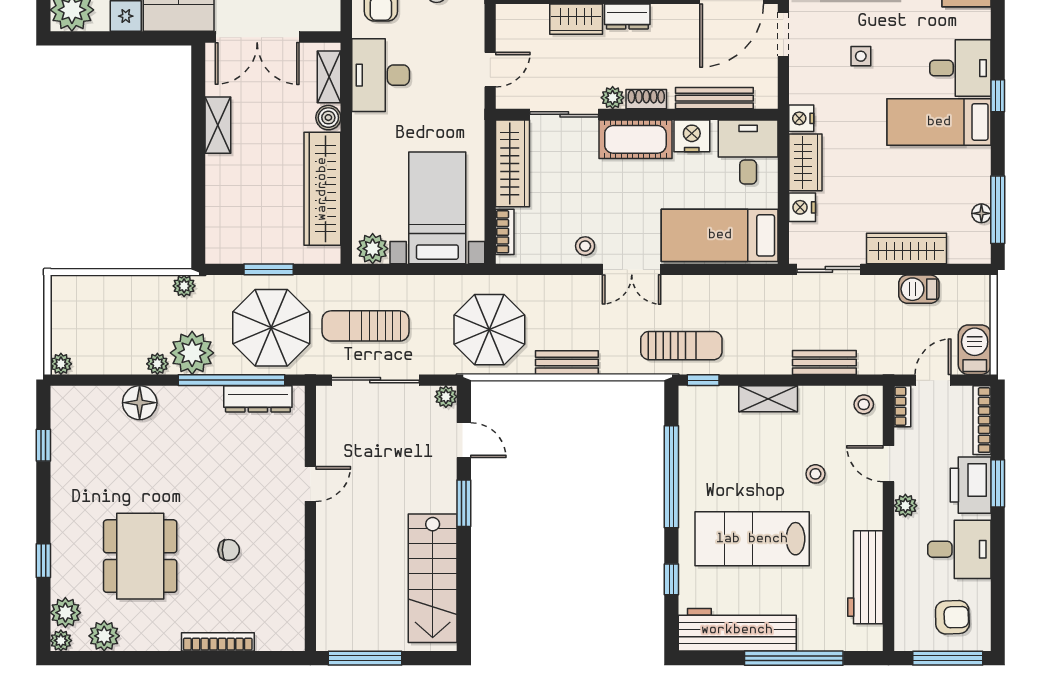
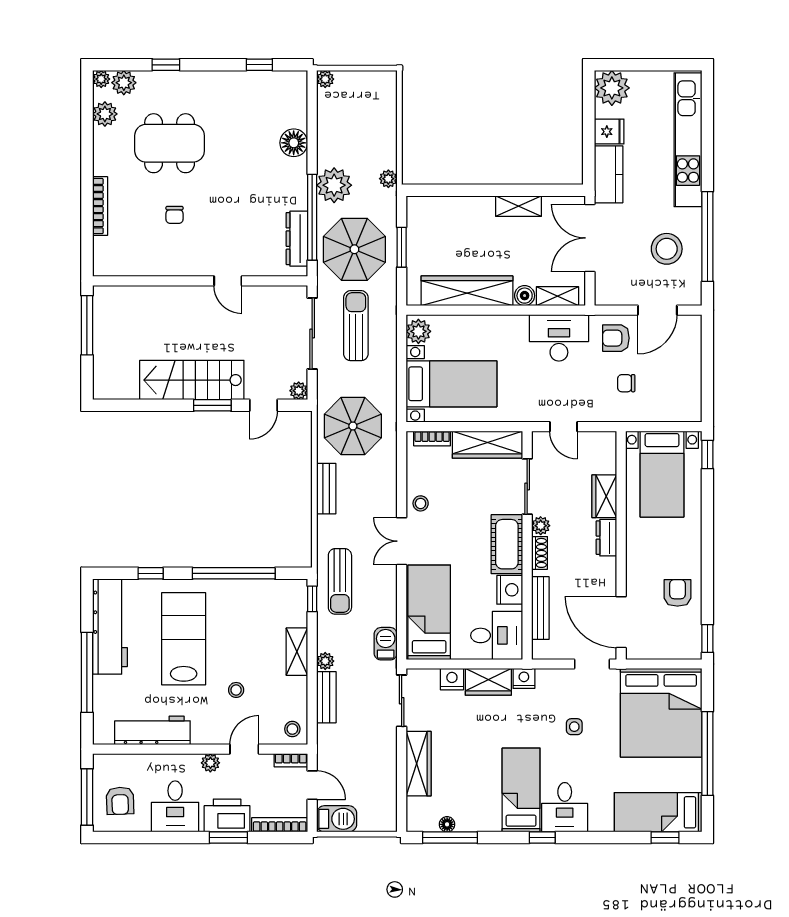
barbecue: (919, 289) -> (386, 644), moved
plant: (157, 364) -> (325, 661), moved
stairs: (433, 578) -> (192, 380), moved

